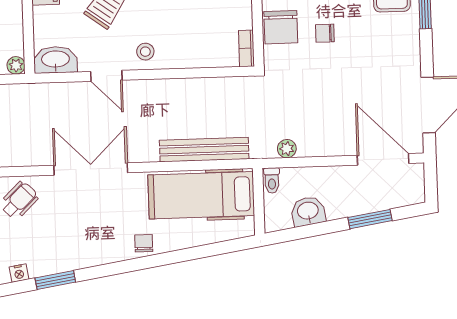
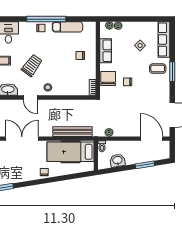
chair: (281, 27) -> (108, 79), turned 180

